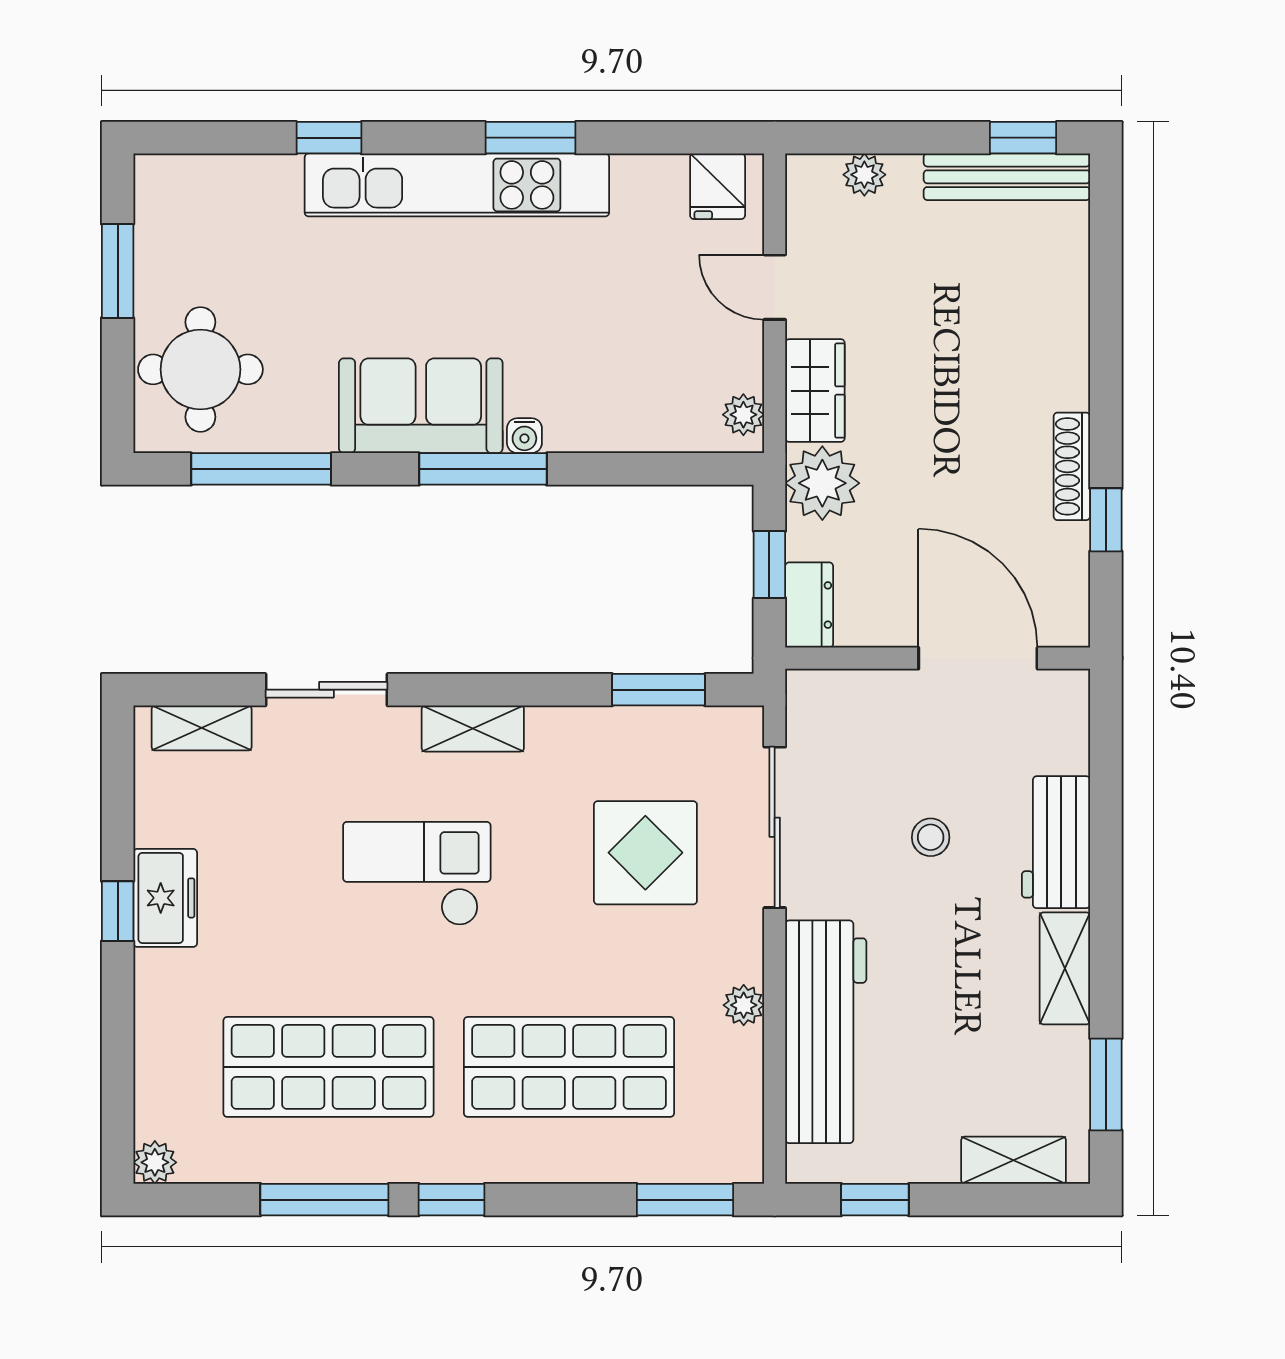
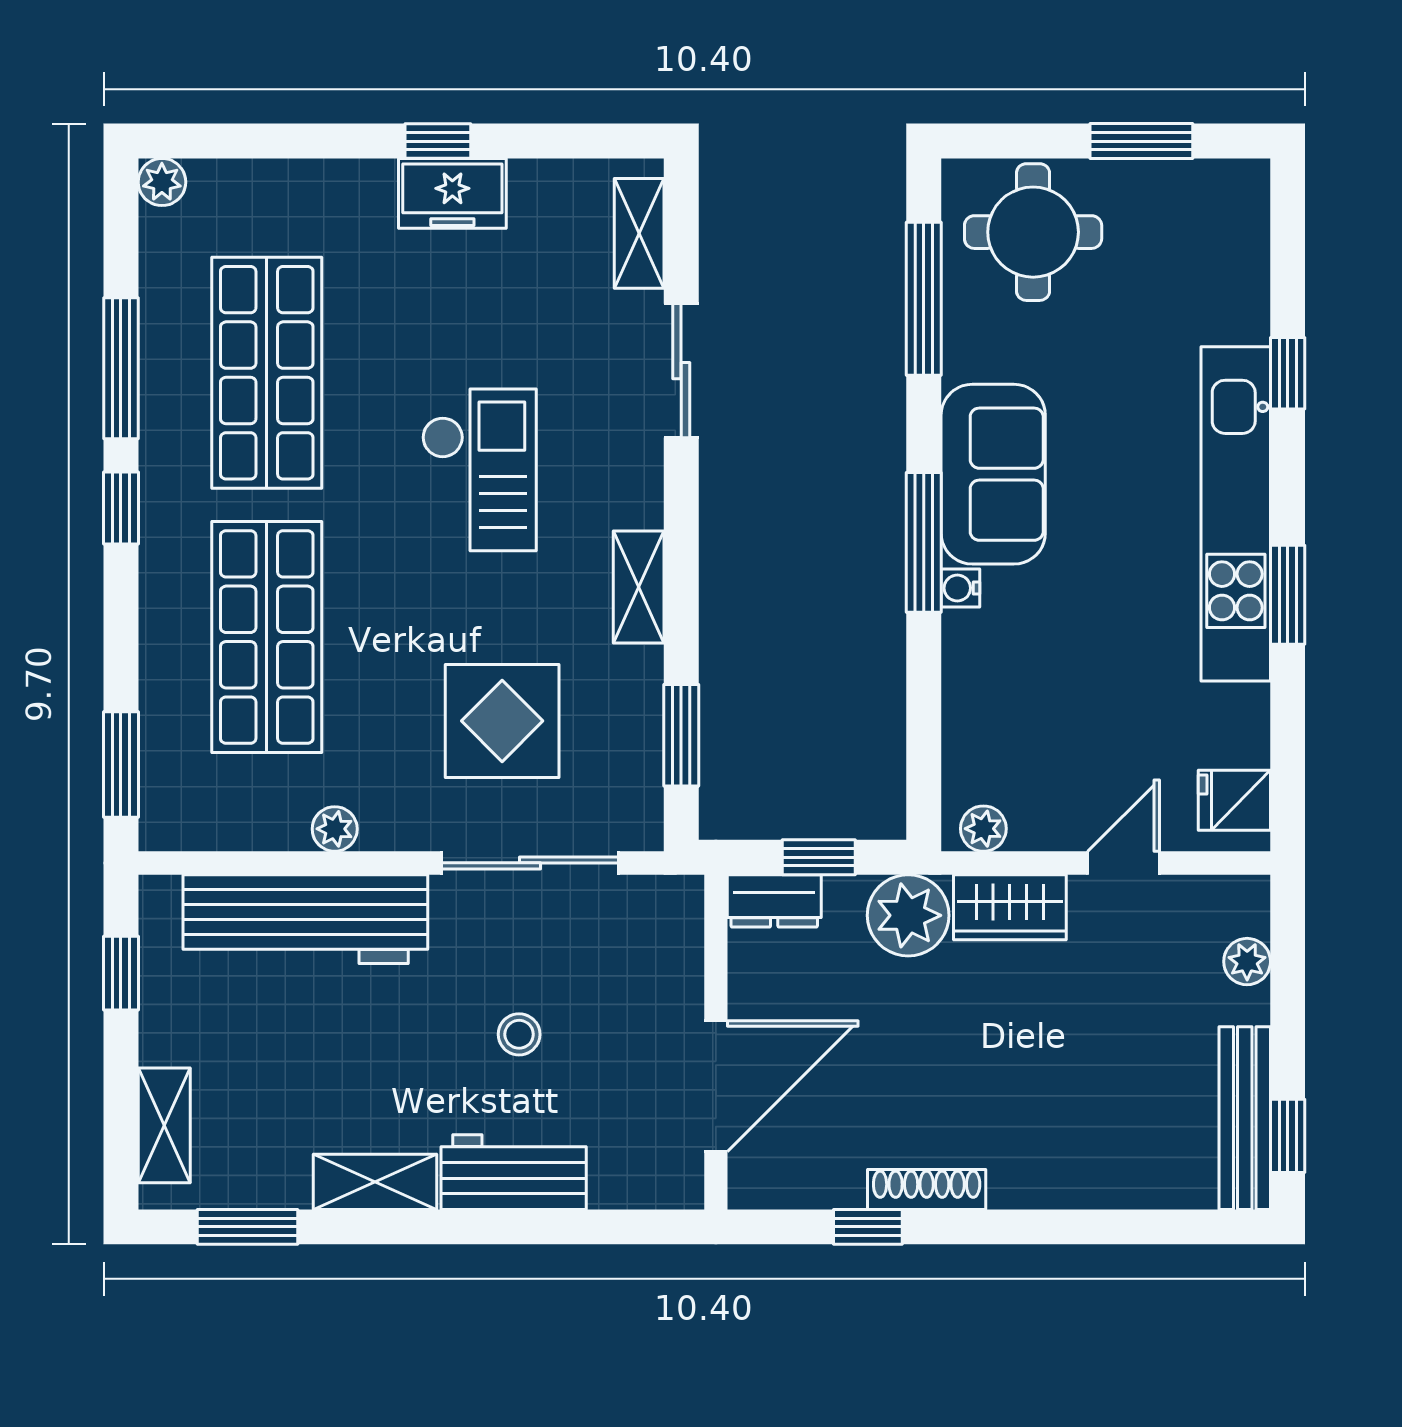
shelving: (473, 728) -> (639, 587), moved

